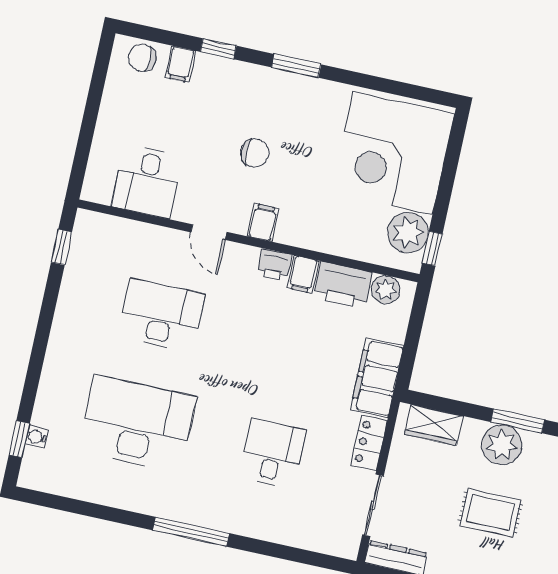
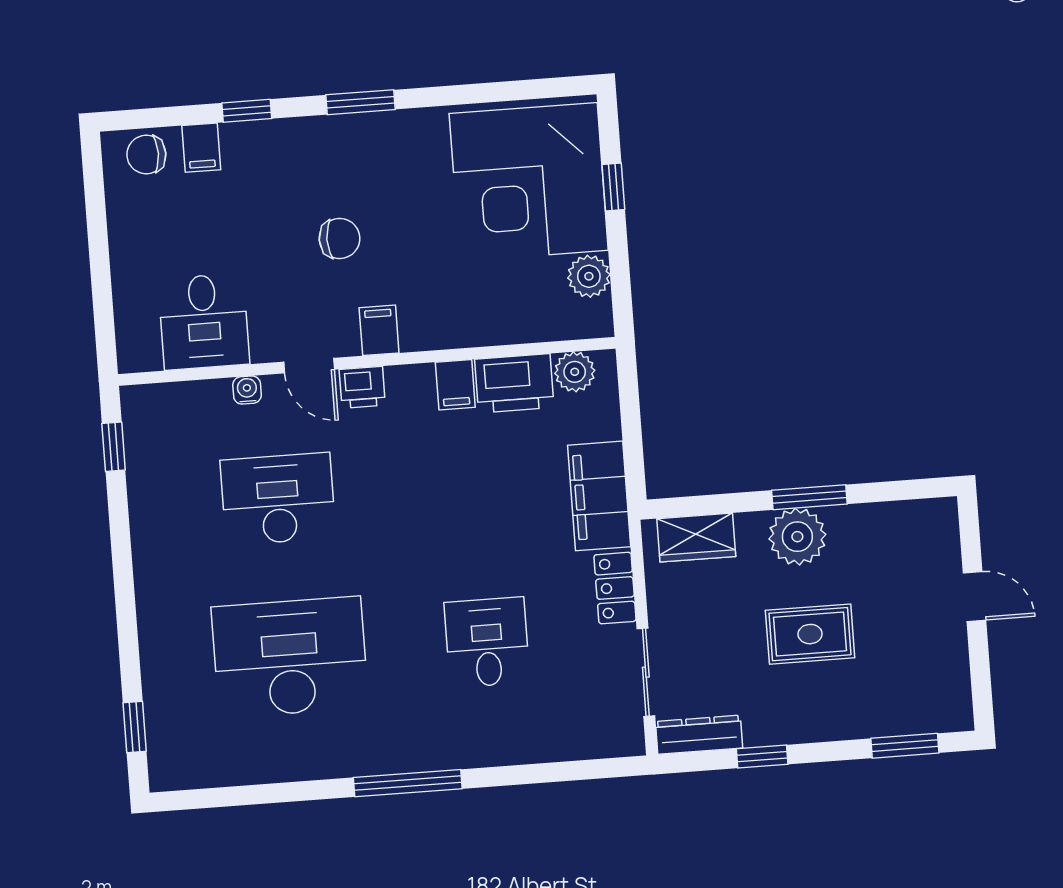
plant: (408, 233) -> (589, 276), width x0.73, depth x0.73
window: (432, 248) -> (613, 187), moved
printer: (274, 265) -> (362, 387), moved
water cooler: (37, 437) -> (247, 390), moved, turned 90

